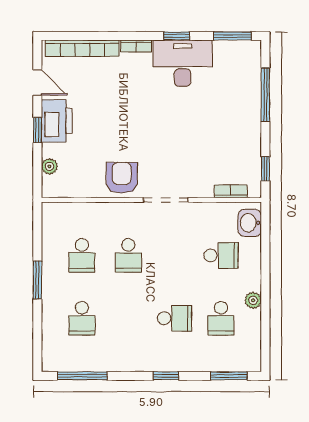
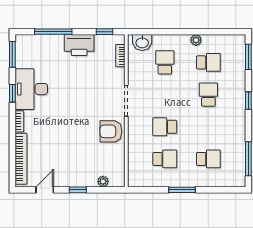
printer: (57, 121) -> (79, 45), moved, turned 180
school desk: (128, 255) -> (165, 127), turned 180

